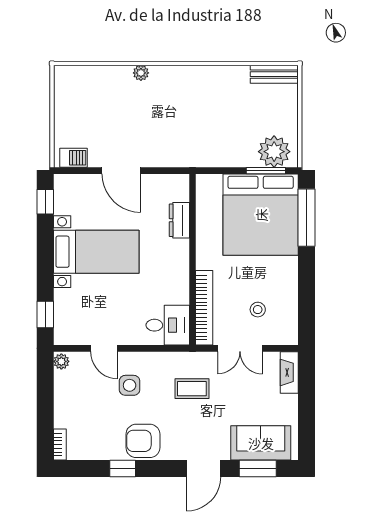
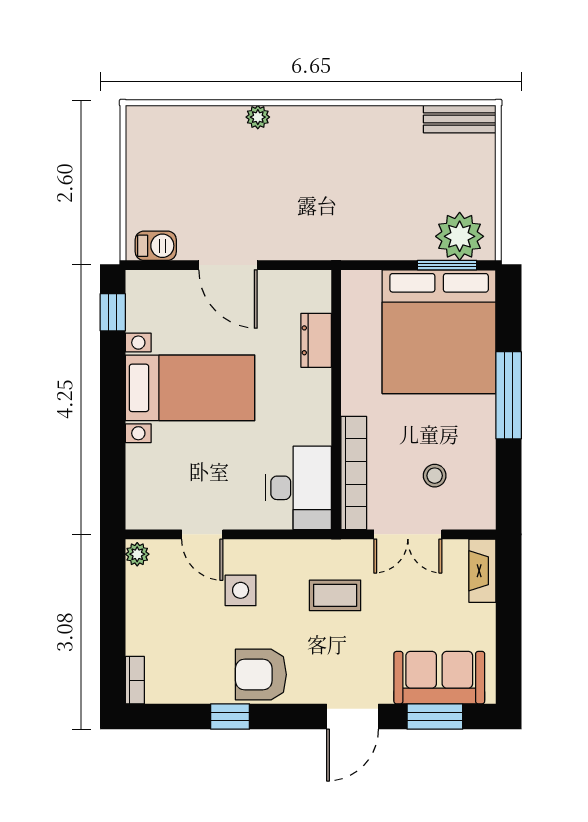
window: (307, 218) -> (509, 395), moved
window: (45, 314) -> (113, 483), removed
desk: (168, 325) -> (298, 488), width x1.37

